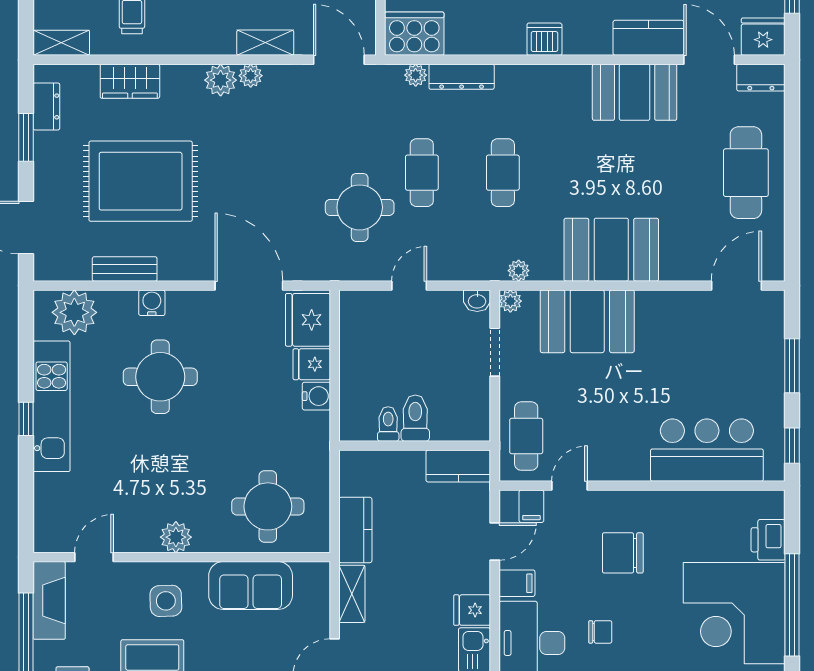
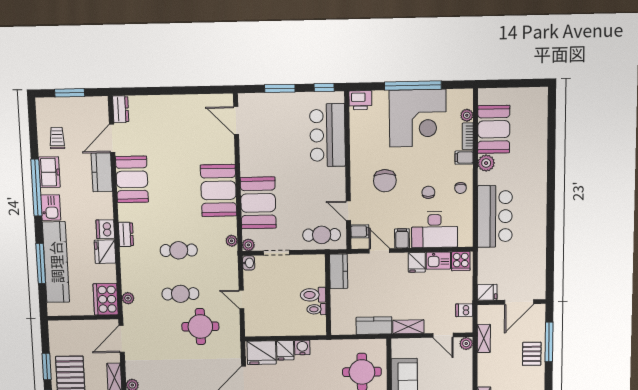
fridge: (763, 37) -> (105, 252), moved
dresser: (462, 77) -> (126, 234), moved, width x0.70
cafe table: (746, 173) -> (174, 117), removed
printer: (768, 540) -> (360, 100), moved

